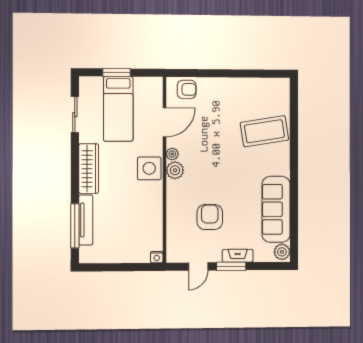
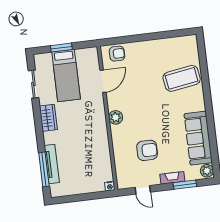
plant: (172, 154) -> (112, 105), removed
side table: (149, 168) -> (96, 118), removed
wardrobe: (89, 169) -> (48, 118), width x0.67
armchair: (210, 217) -> (147, 150), turned 90
window: (231, 266) -> (185, 185), moved
door: (198, 267) -> (143, 190), hinge flipped

